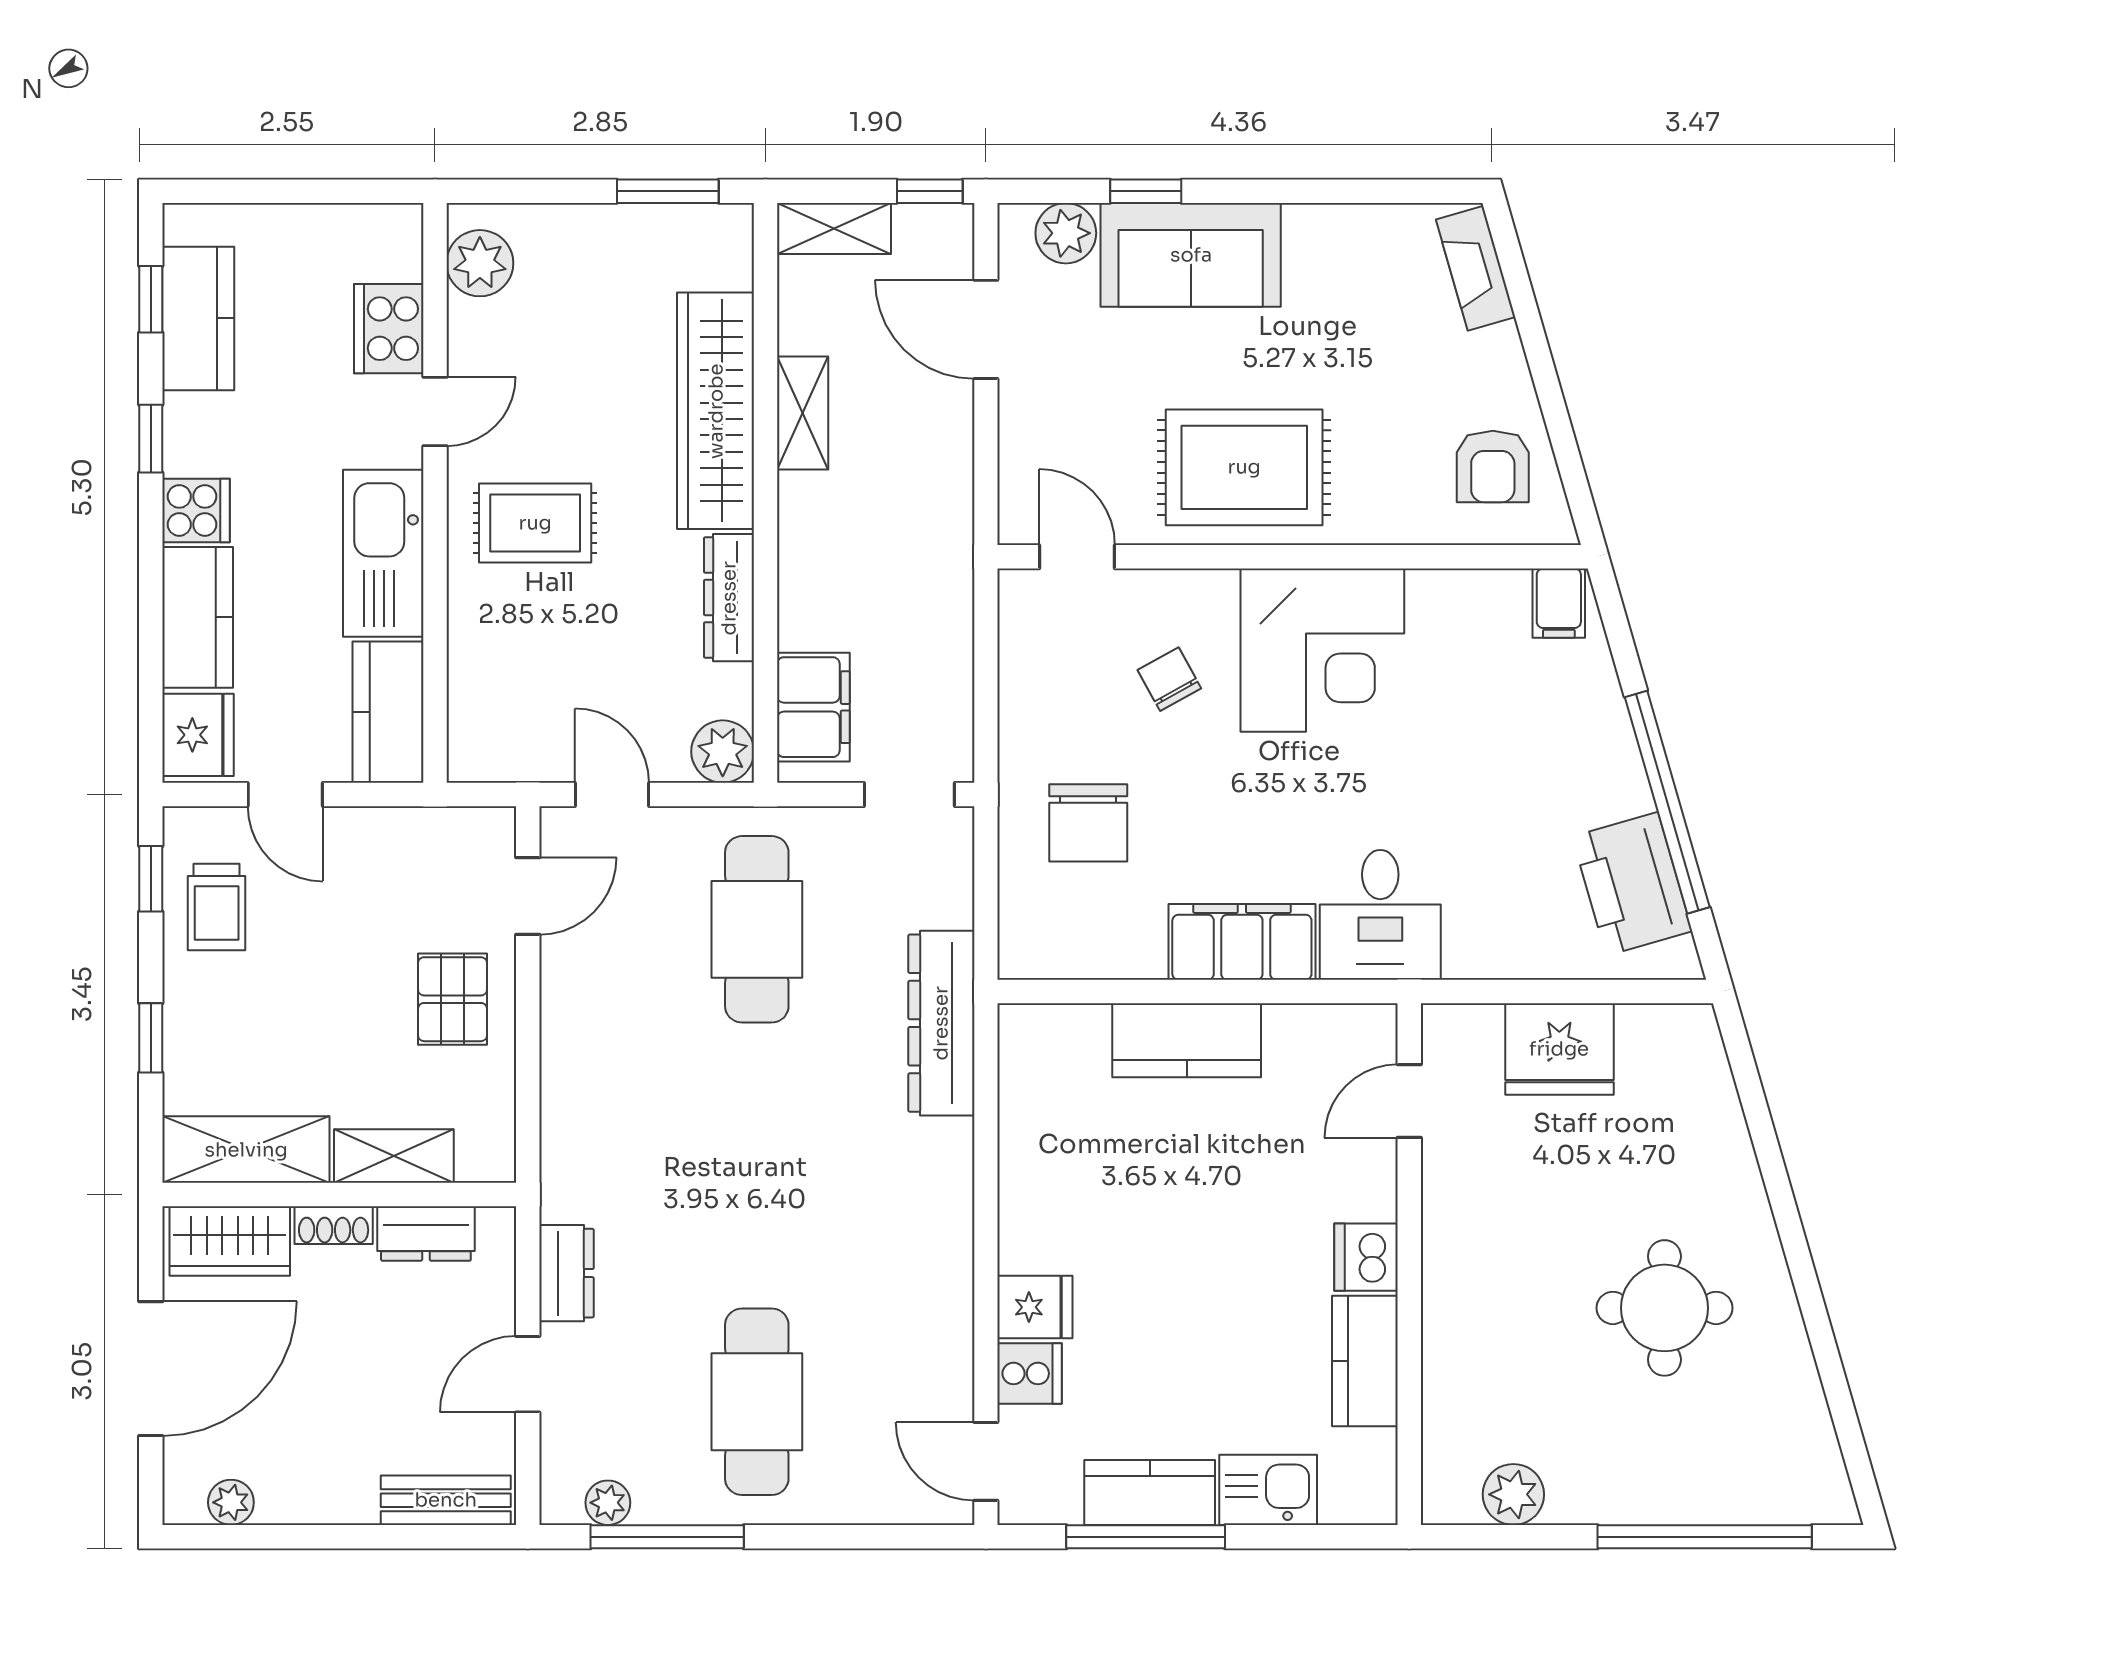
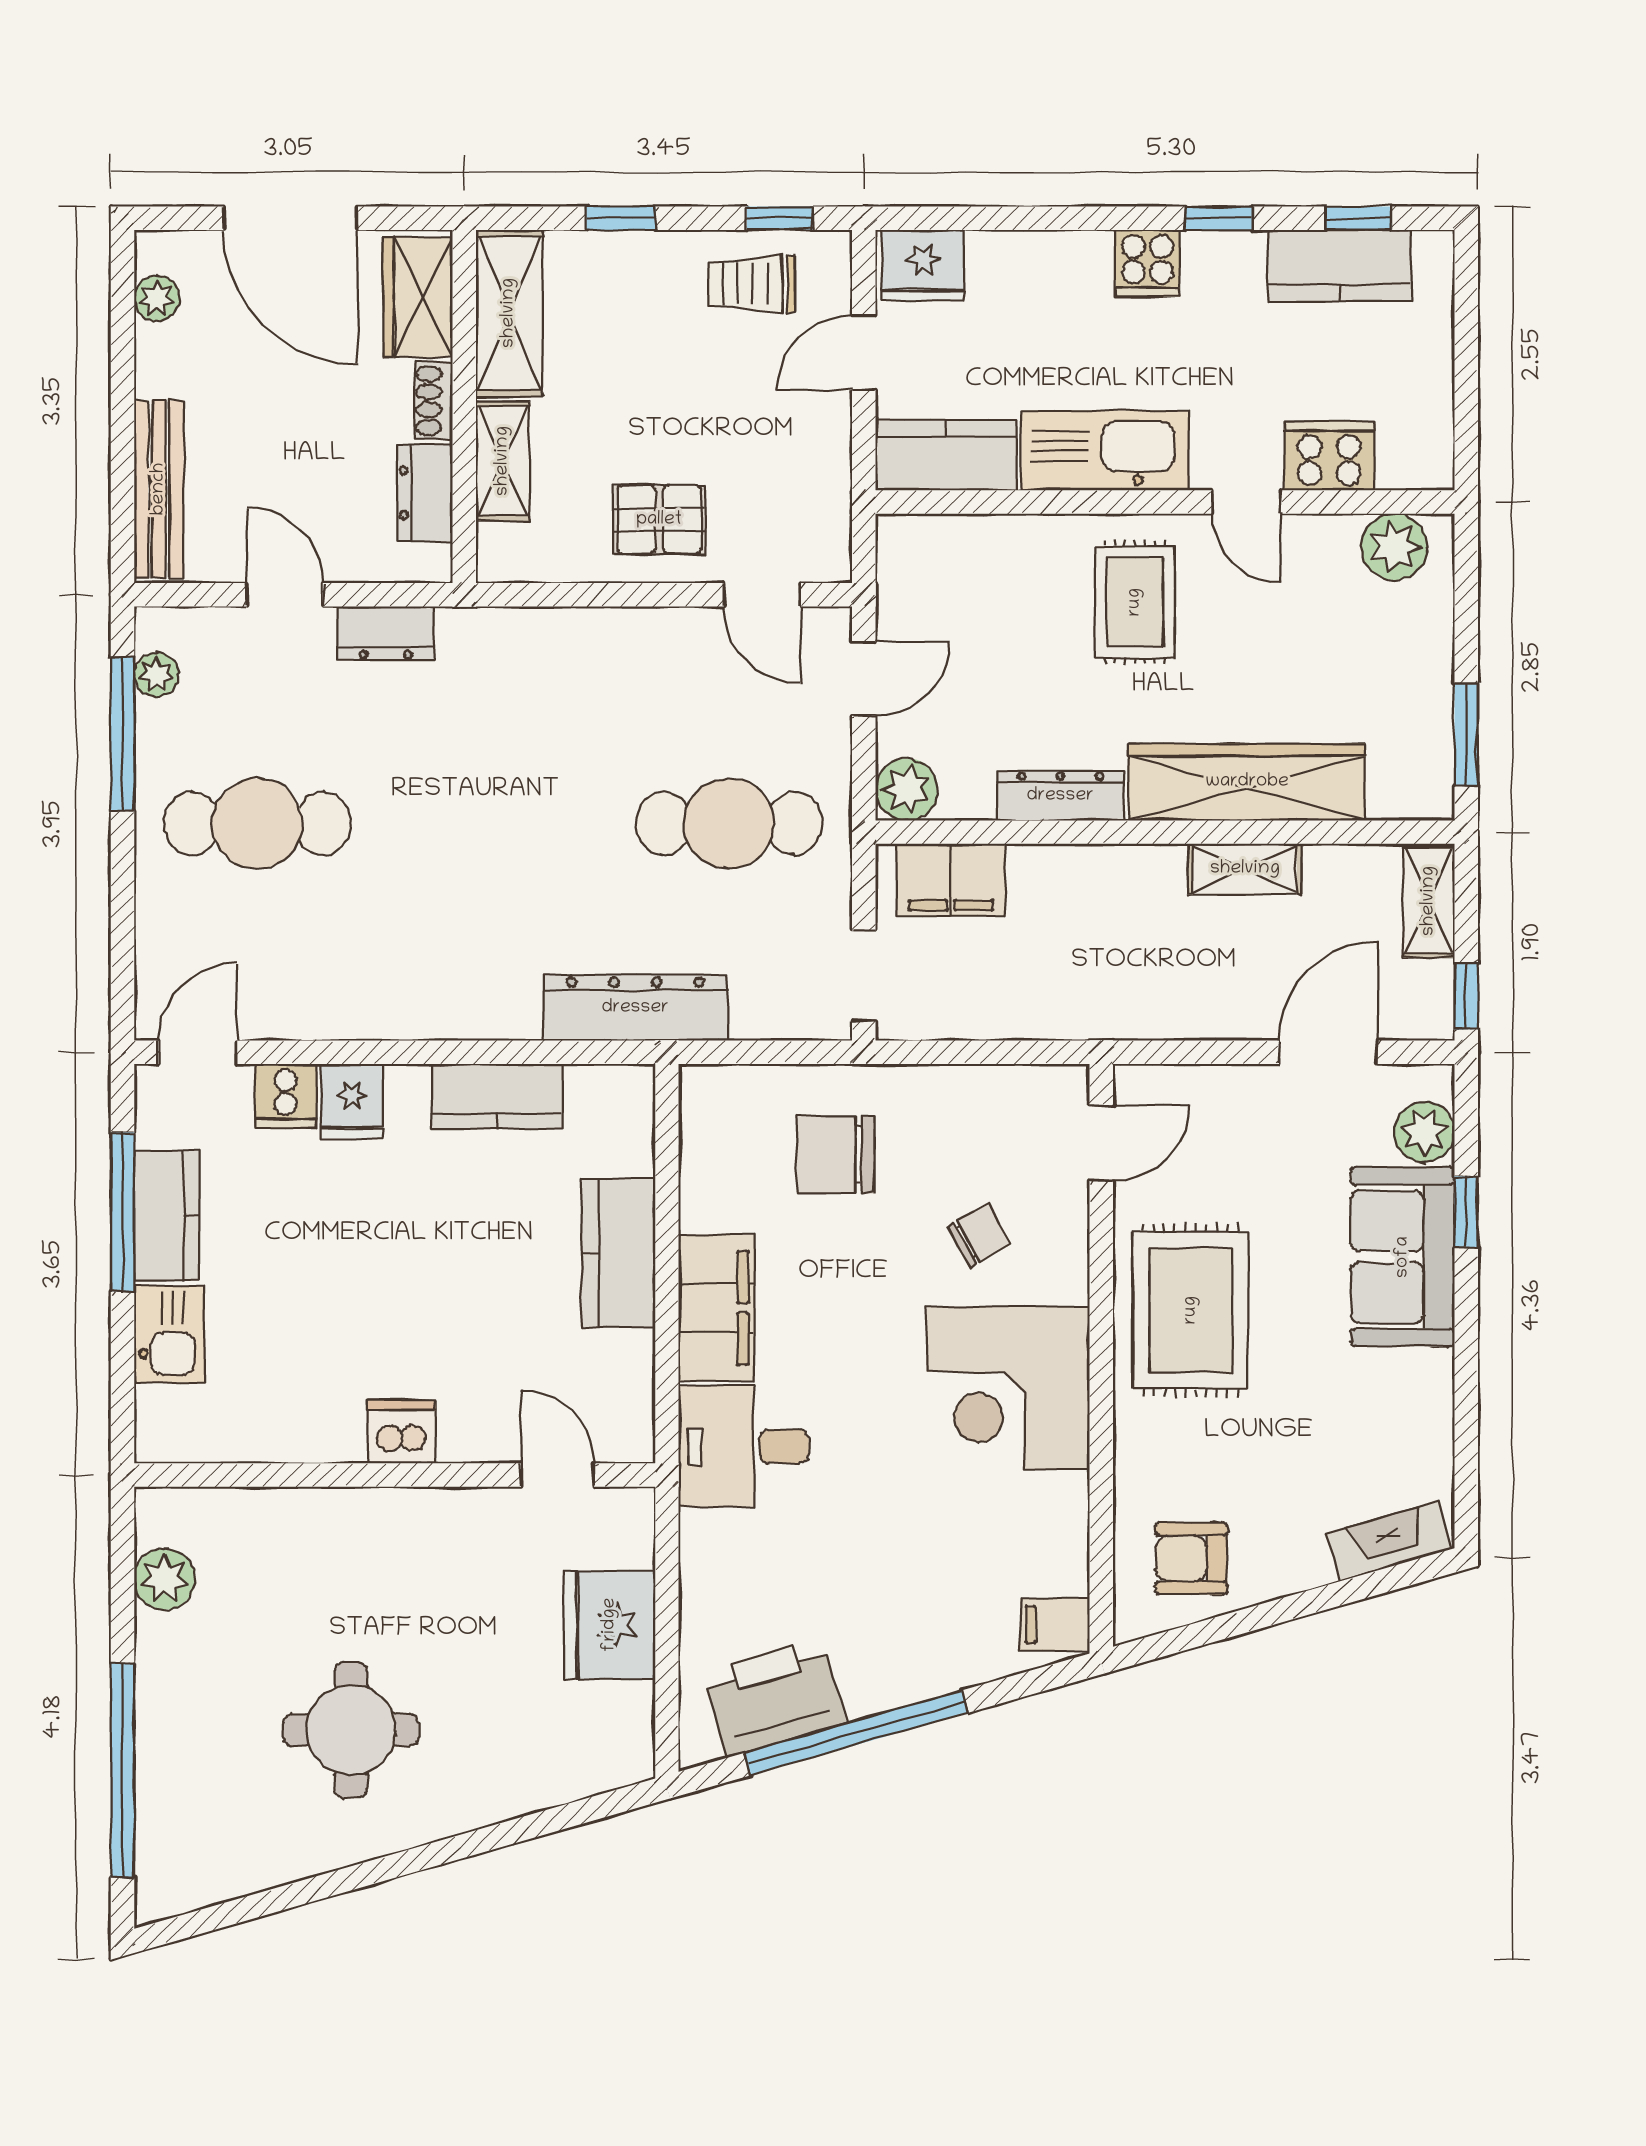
kitchen counter: (198, 617) -> (1041, 265), removed
kitchen counter: (1365, 1361) -> (497, 1097), moved, turned 180
bench: (446, 1500) -> (159, 489), width x1.36

